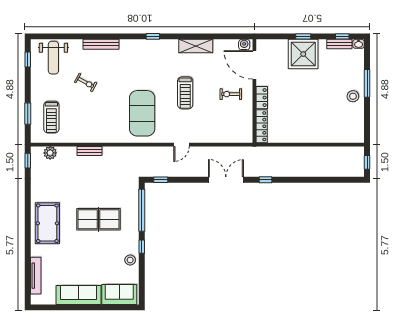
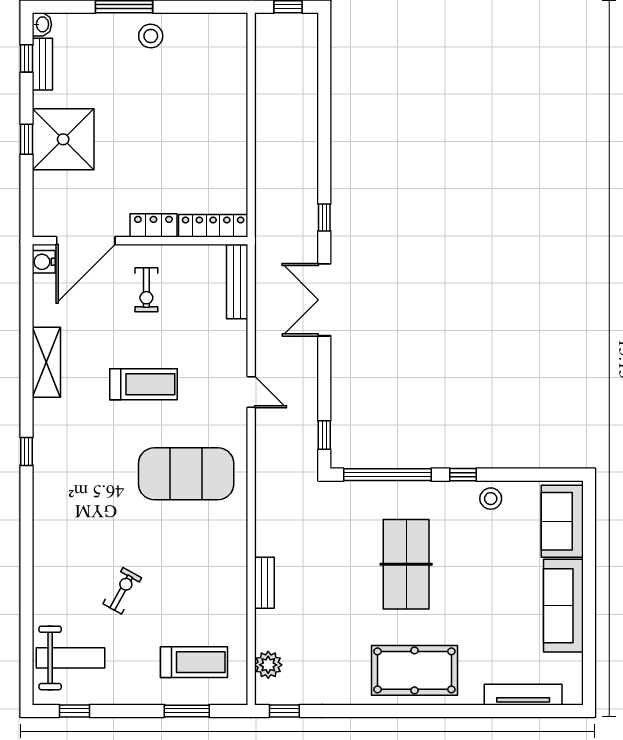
bench: (101, 44) -> (237, 282), moved

